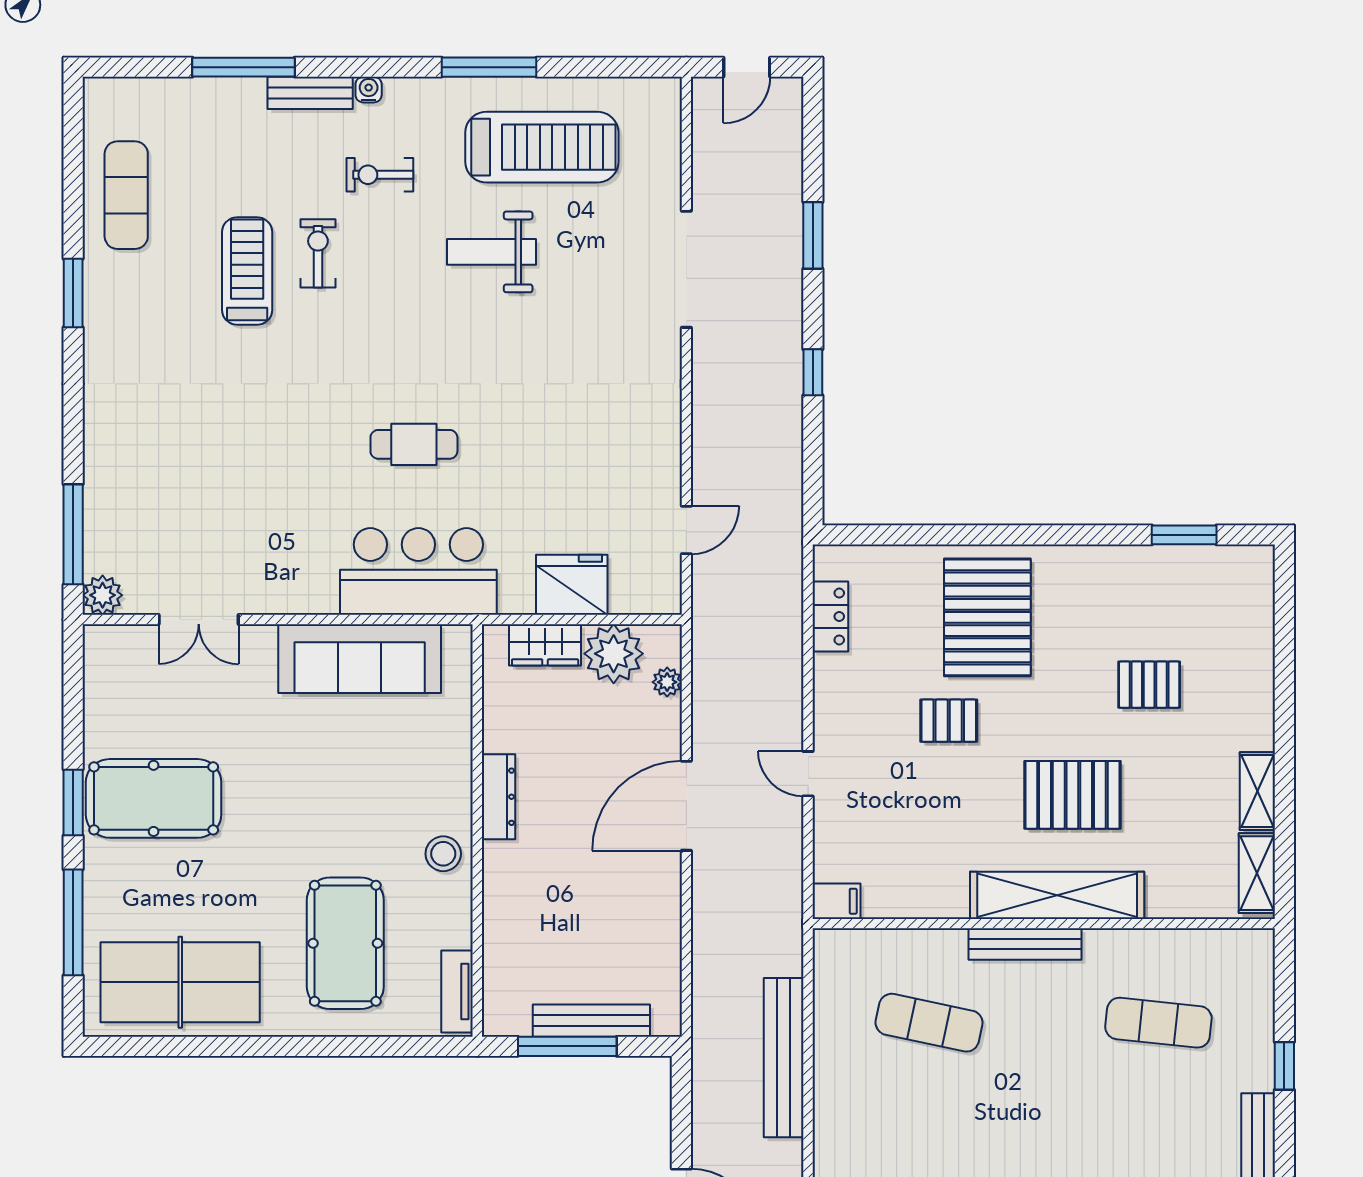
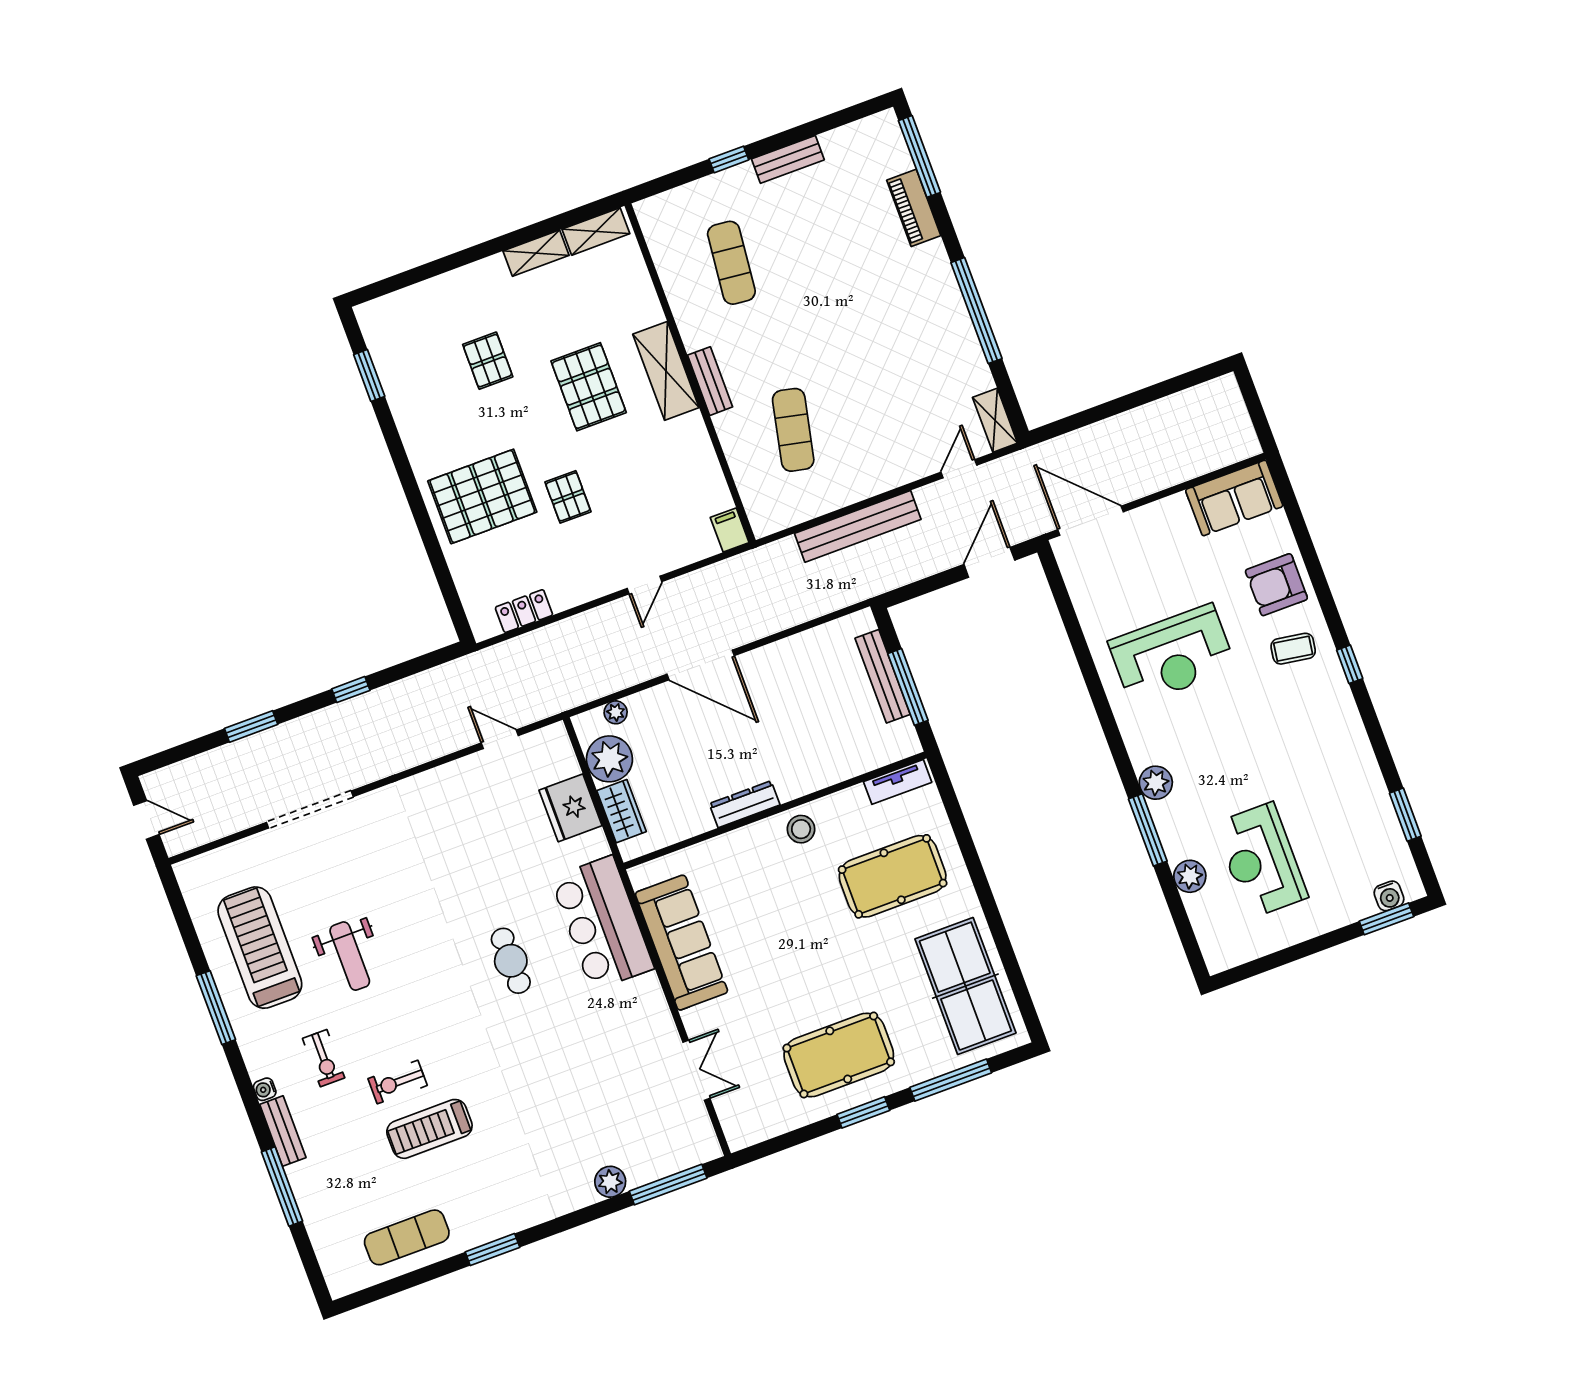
plant: (103, 595) -> (610, 1182), moved
pool table: (154, 798) -> (839, 1055), turned 90
shelving: (1057, 895) -> (666, 371), width x0.68
bench: (1025, 944) -> (710, 381), width x0.73

